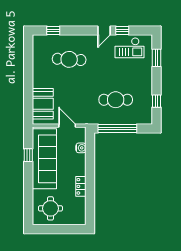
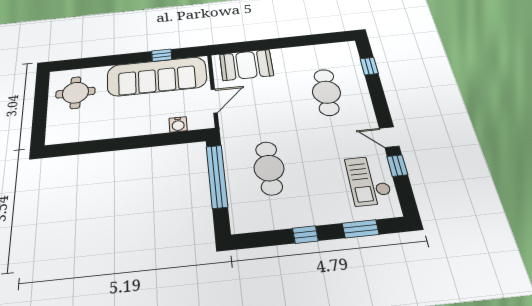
window: (156, 101) -> (305, 235), moved
locker: (81, 186) -> (112, 131), removed

